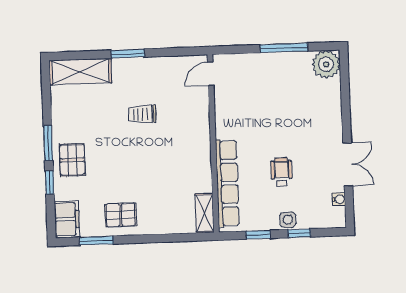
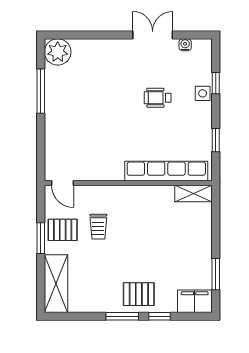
door: (211, 74) -> (63, 183), moved
wall: (213, 143) -> (128, 183), moved
row of seats: (227, 183) -> (166, 171), moved
shelving: (204, 213) -> (194, 194), moved
pallet: (121, 215) -> (63, 230), moved, turned 90
window: (258, 235) -> (216, 140), moved

